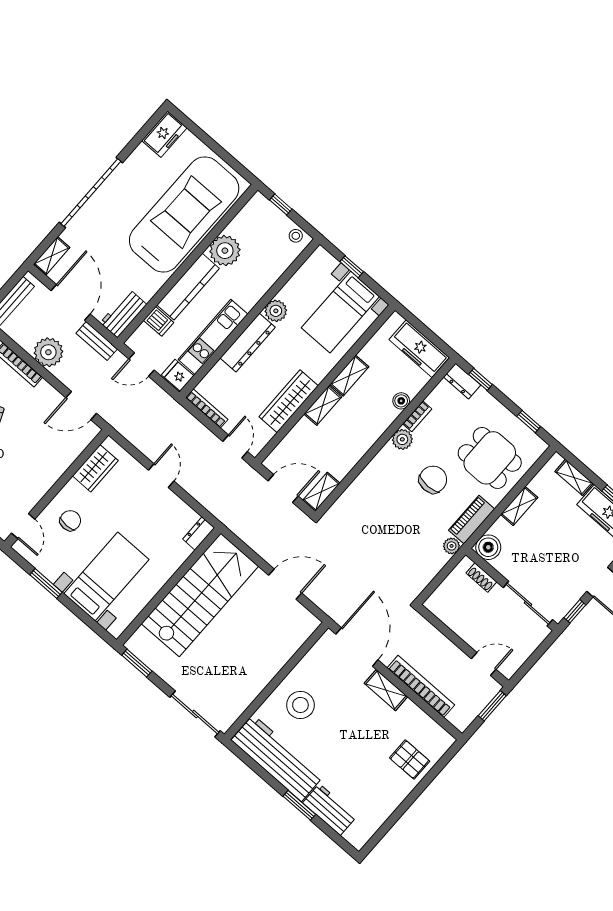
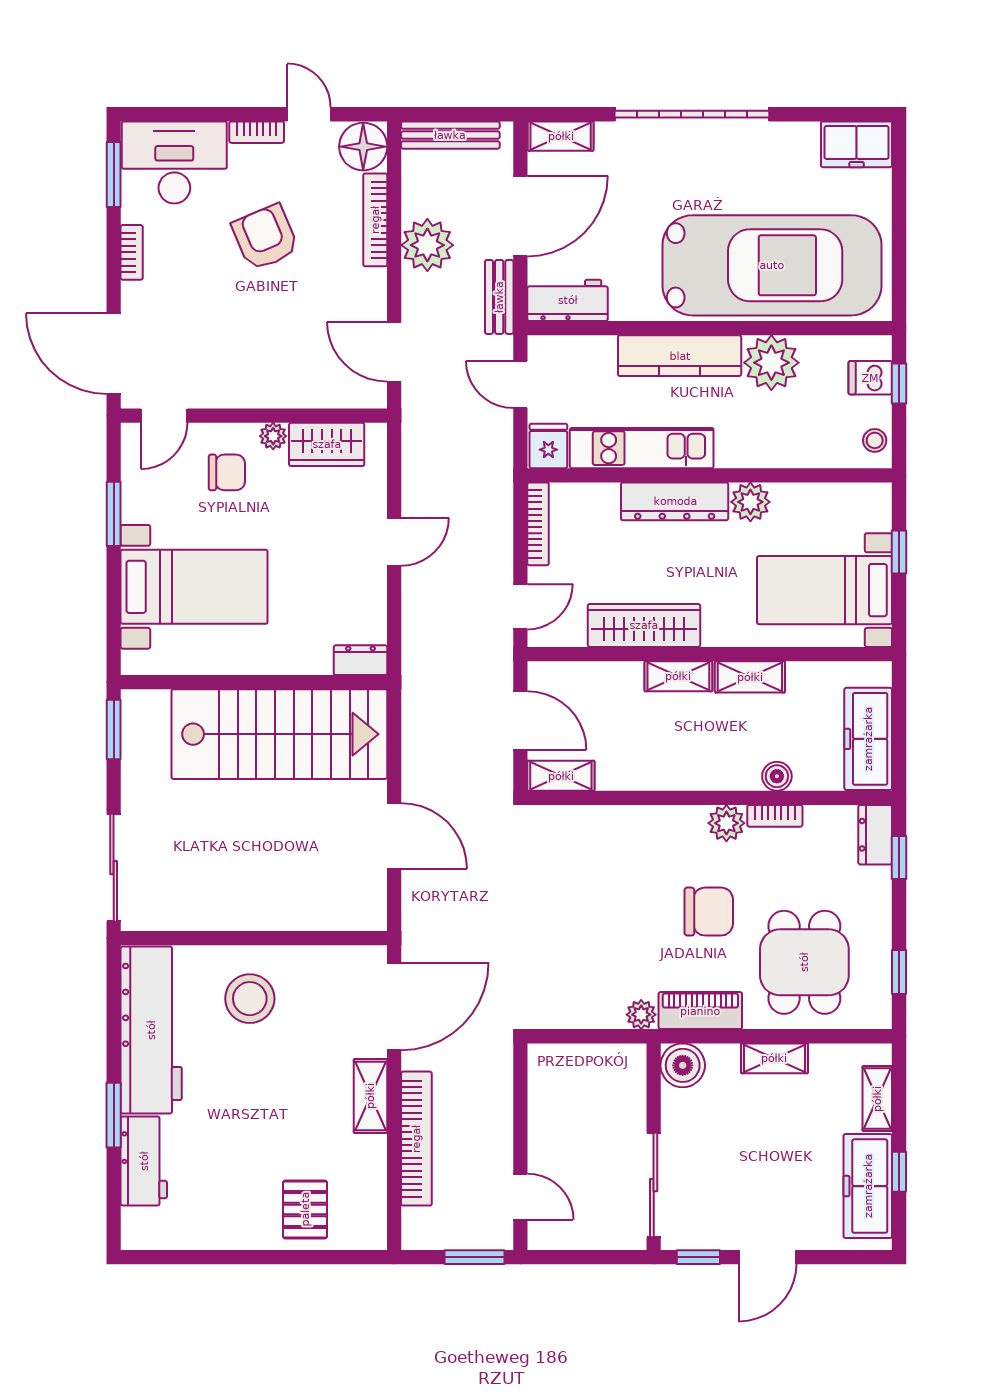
dishwasher: (159, 321) -> (870, 378), moved, turned 90
plant: (72, 488) -> (273, 436), added
shoe rack: (481, 577) -> (634, 1092), removed

